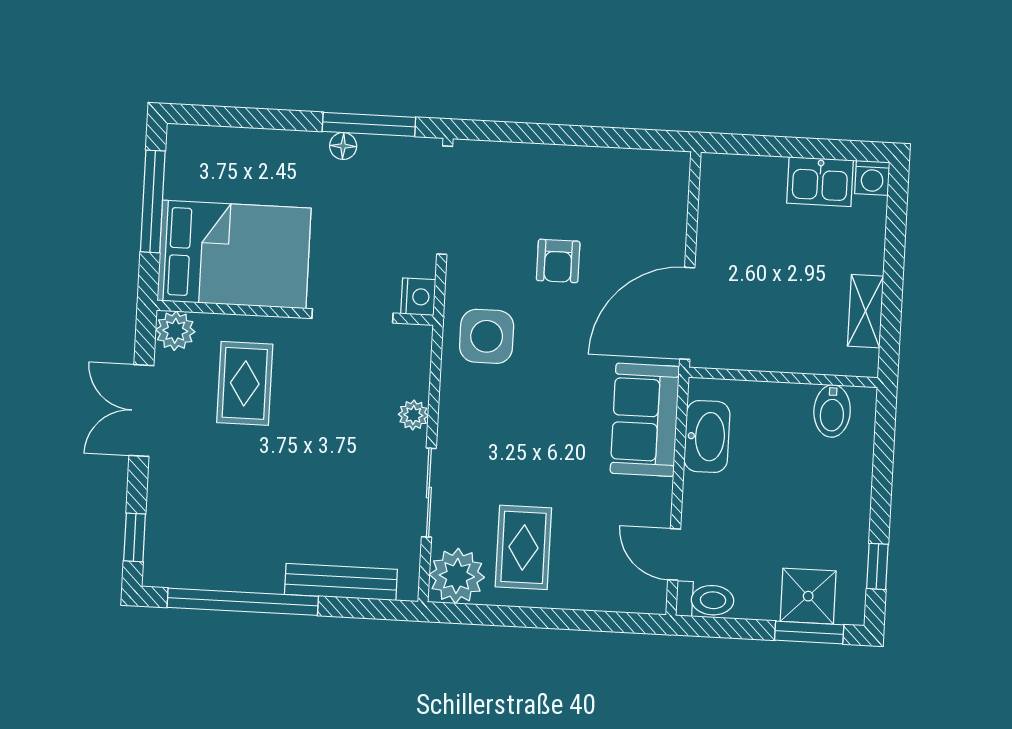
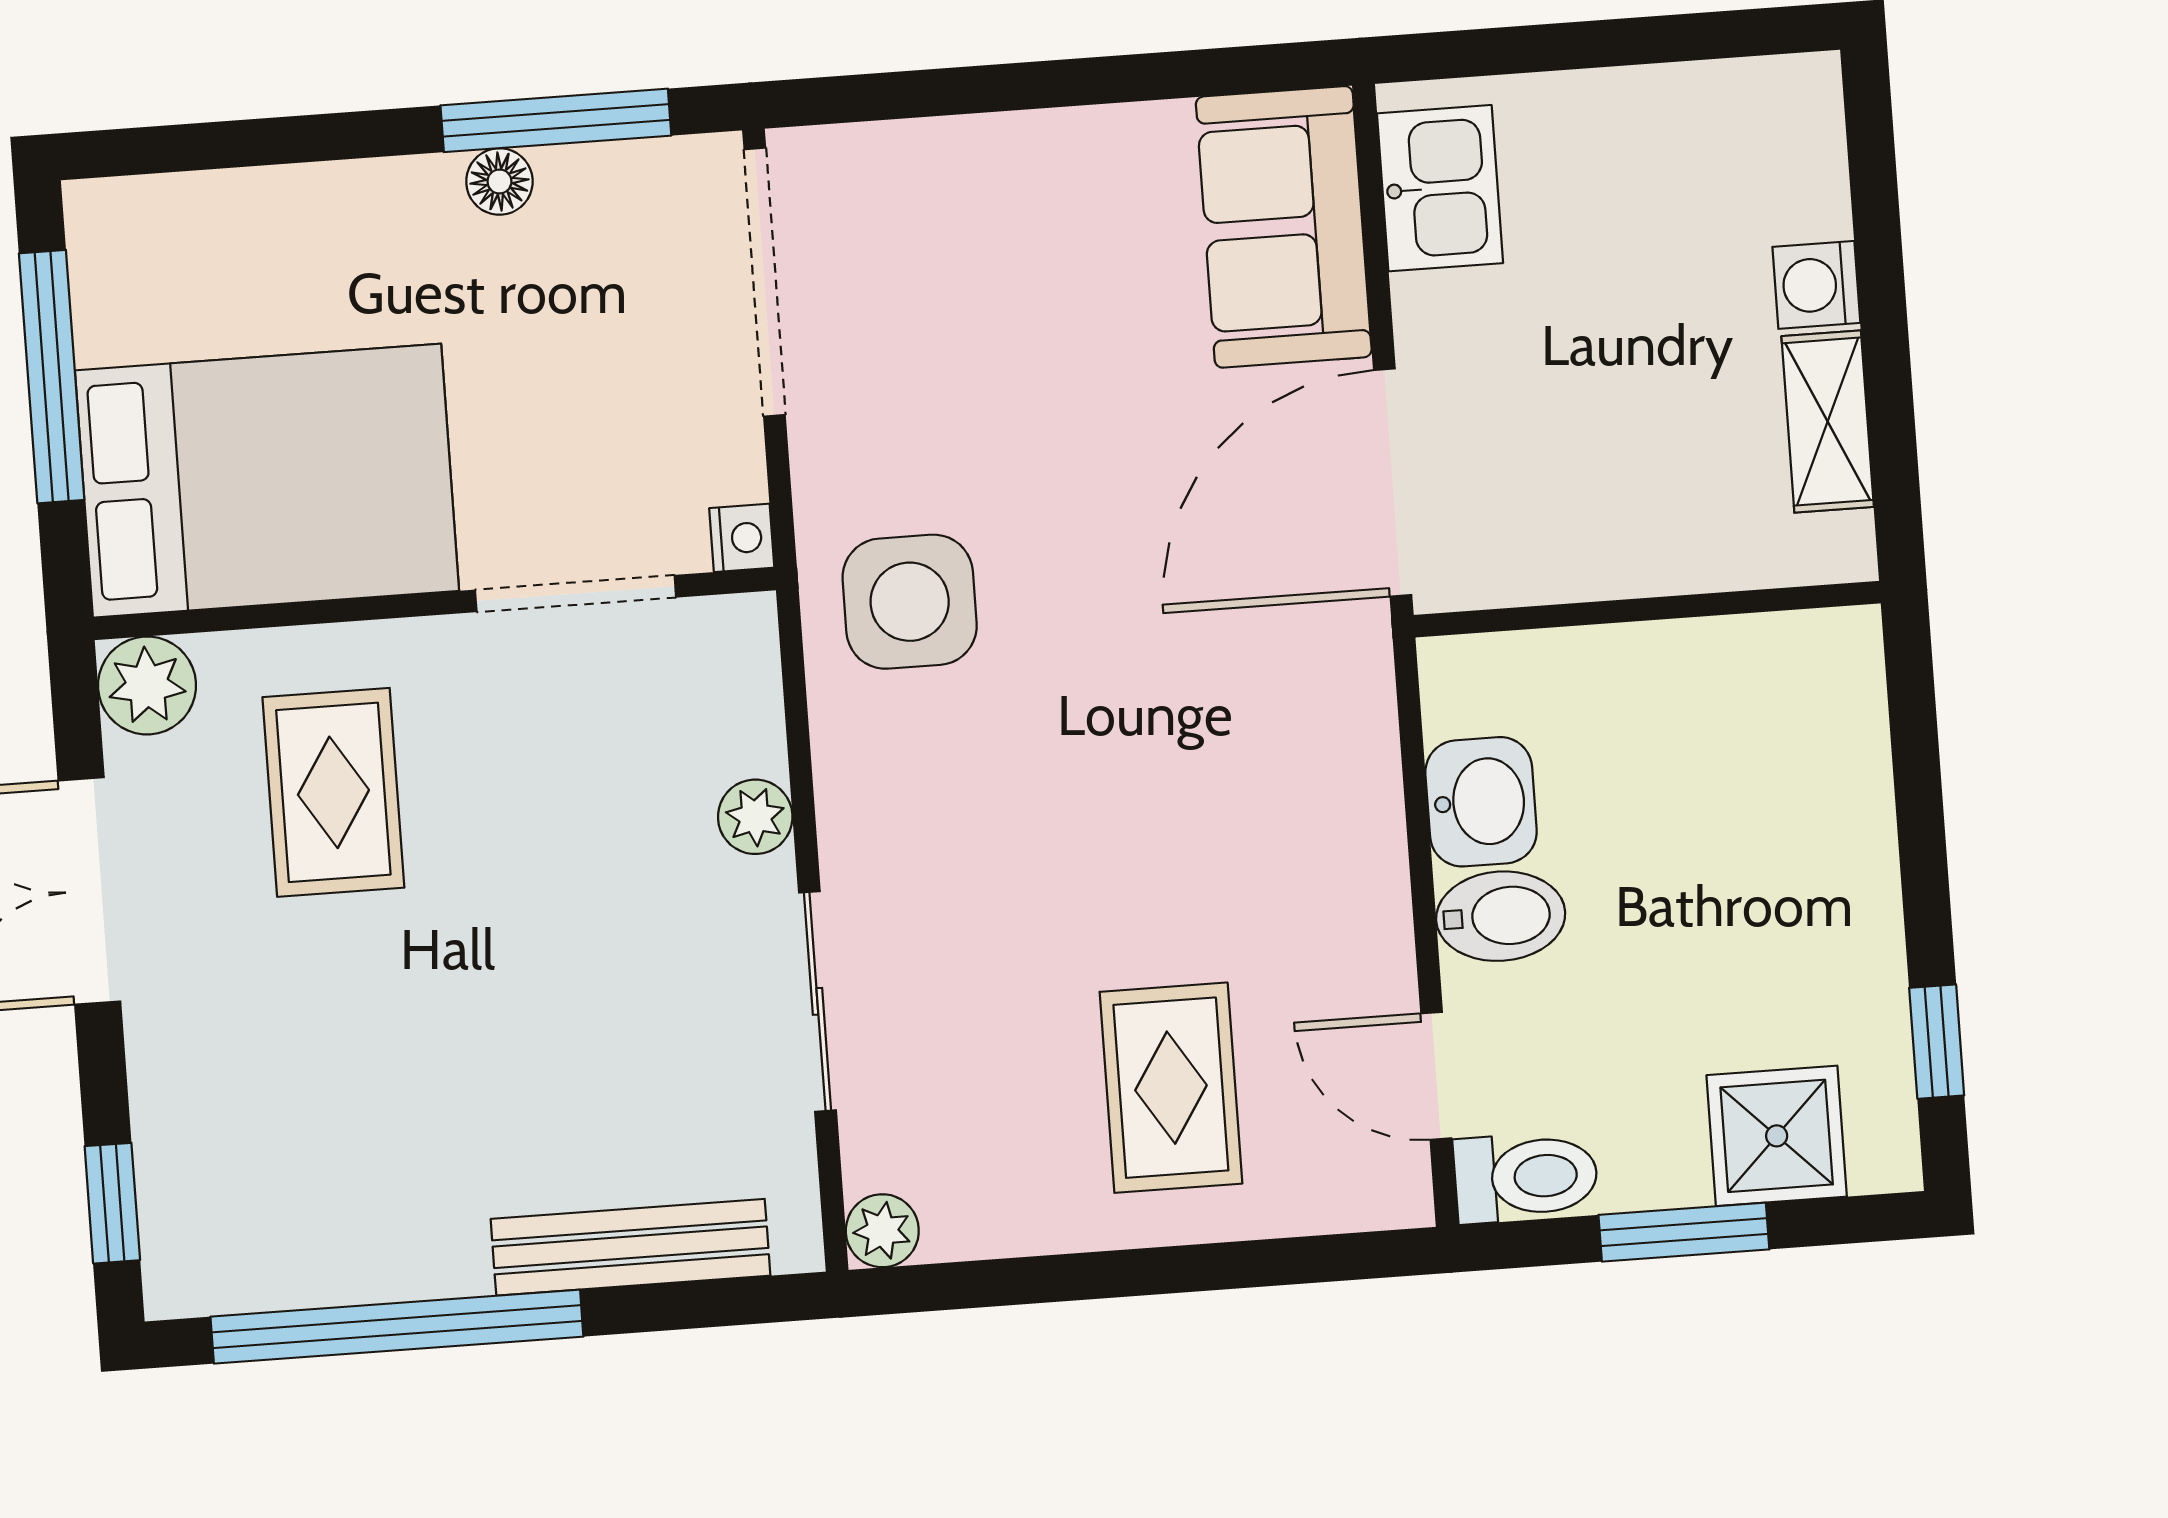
washing machine: (872, 178) -> (1816, 285), moved, turned 90
kitchen sink: (820, 182) -> (1440, 188), moved, turned -90
armchair: (558, 261) -> (1061, 395), removed
nightstand: (418, 297) -> (742, 538), width x0.72, depth x0.74
bidet: (832, 411) -> (1501, 916), moved, turned -90
sofa: (645, 420) -> (1284, 227), moved
washbasin: (707, 437) -> (1481, 802), width x0.72
rug: (523, 547) -> (1171, 1088), moved
plant: (457, 576) -> (882, 1231), width x0.53, depth x0.53
window: (809, 632) -> (1684, 1232), moved

